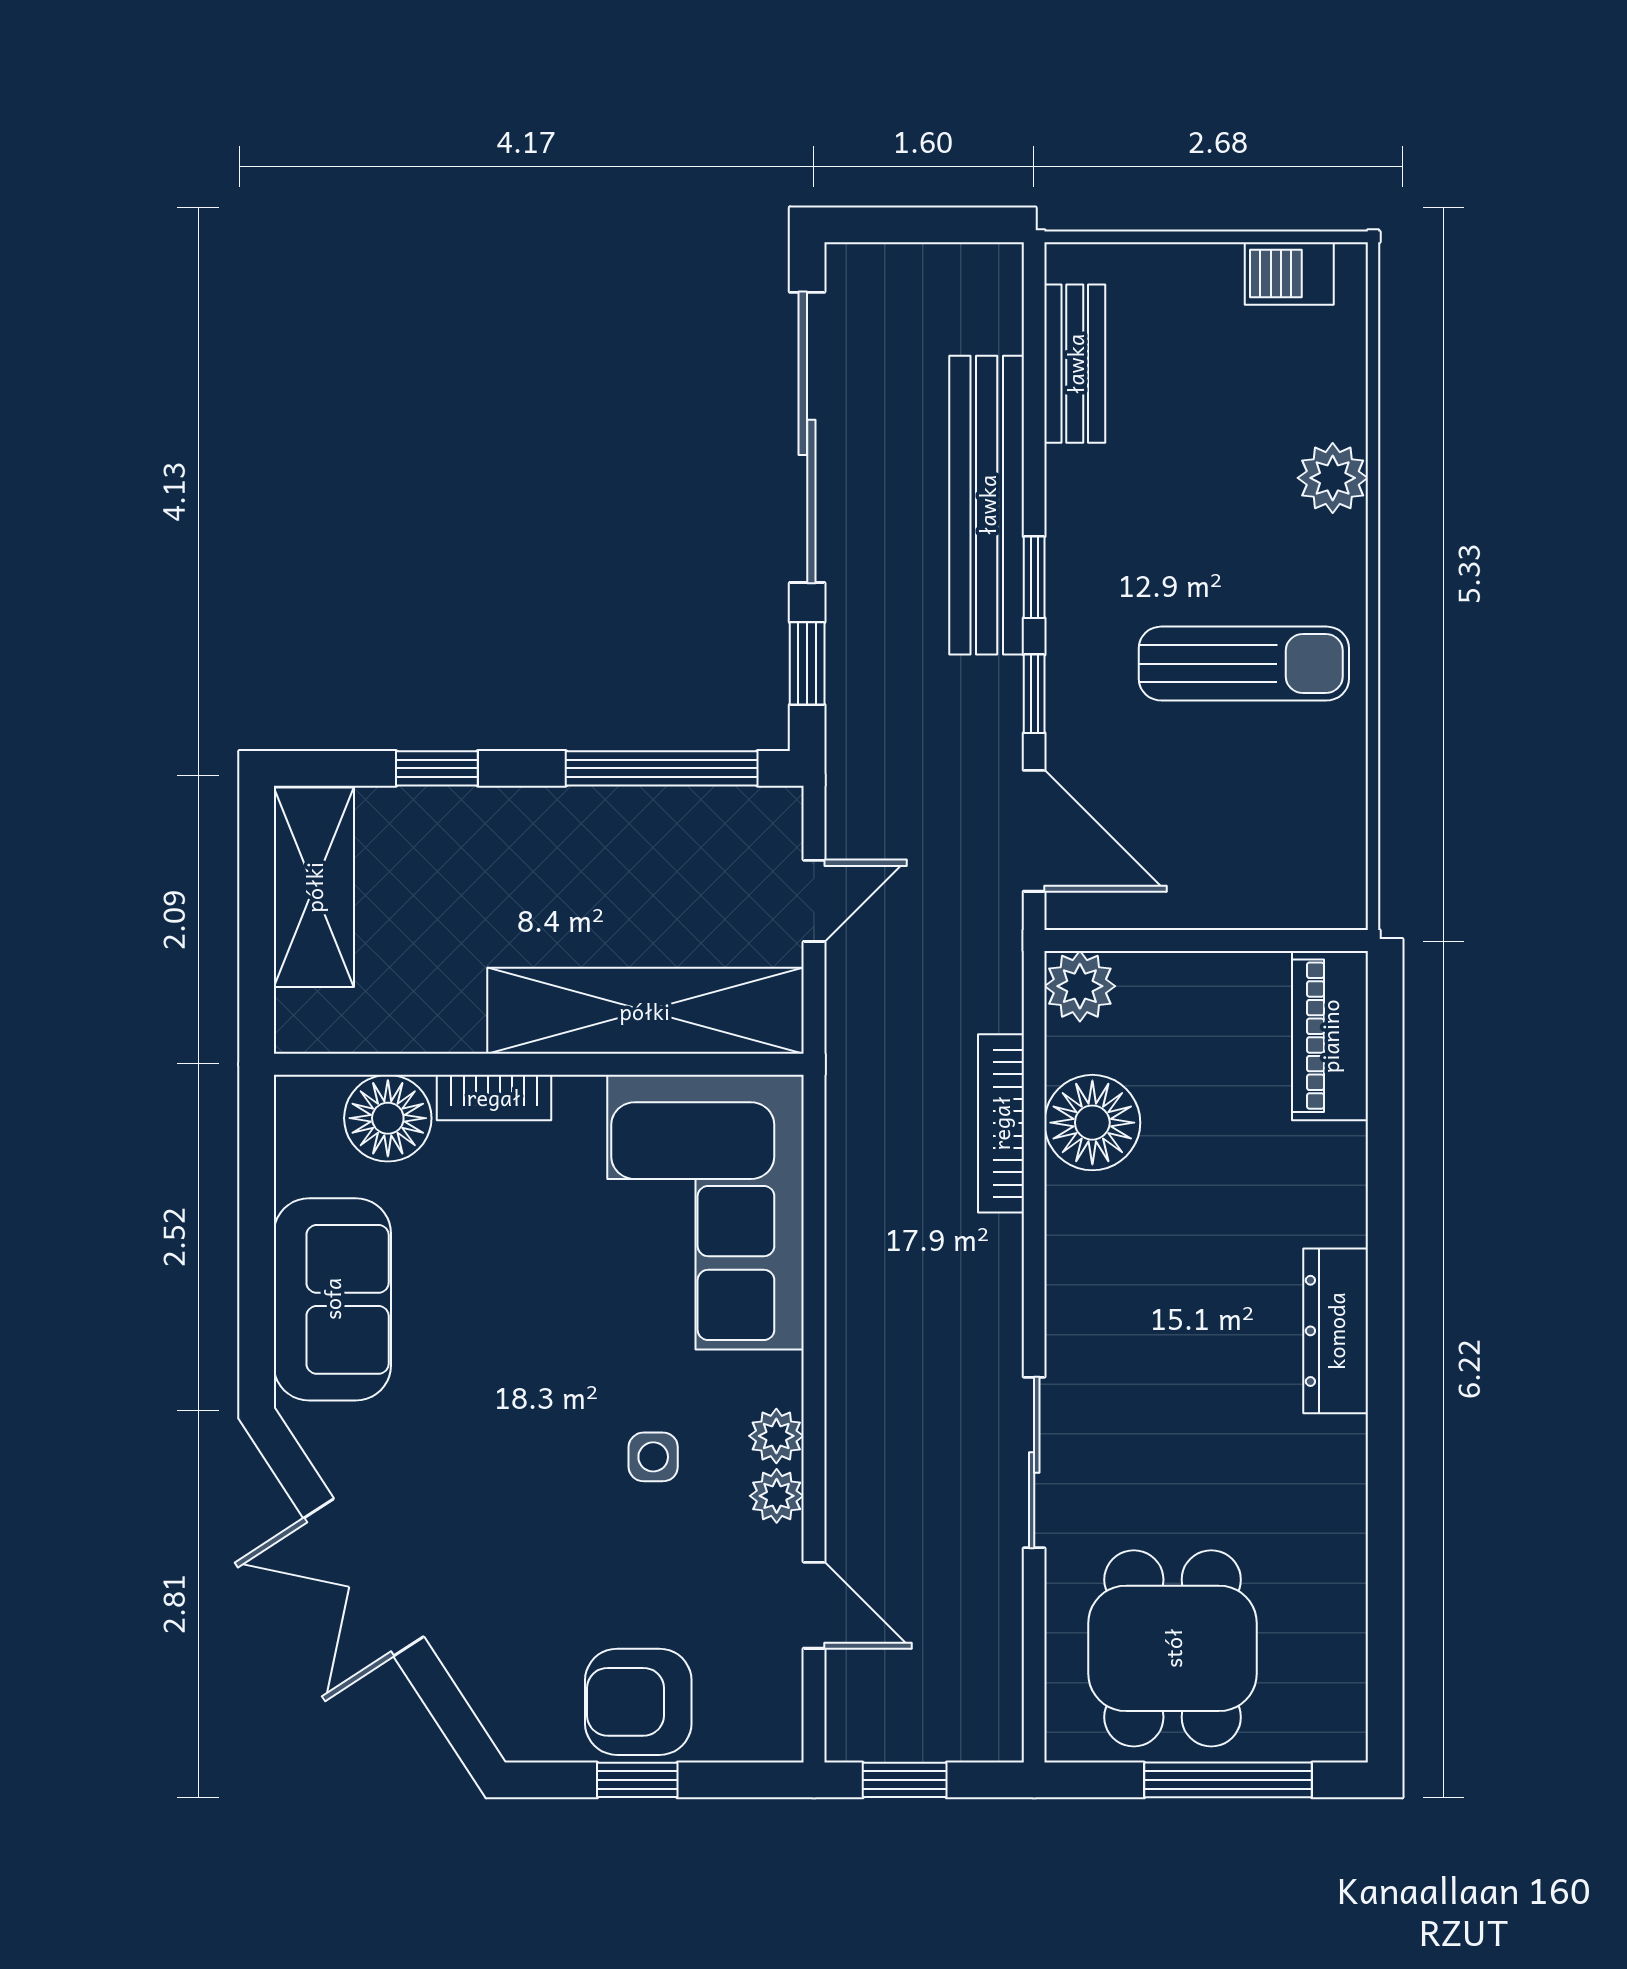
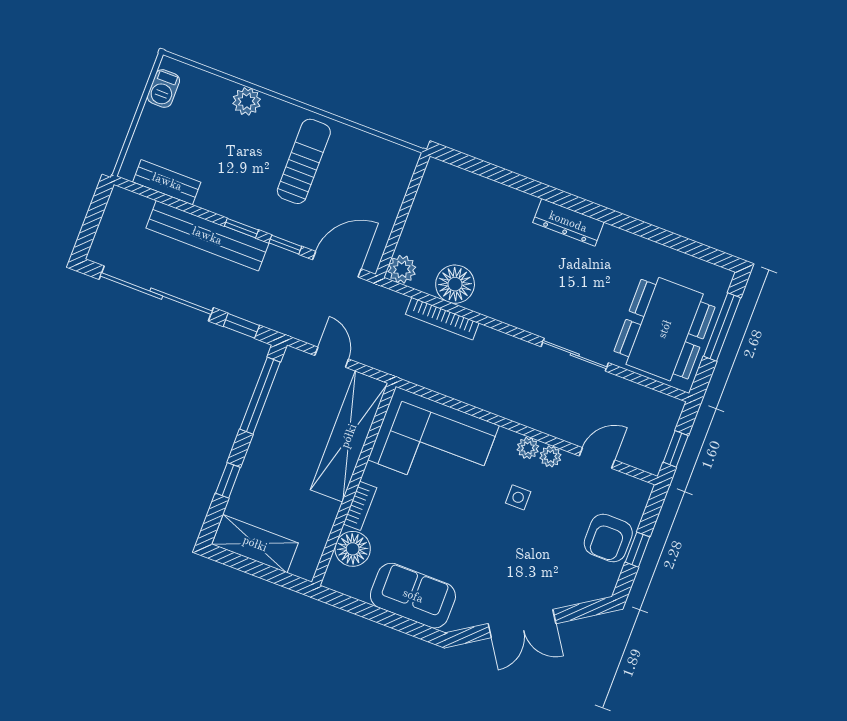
piano: (1330, 1036) -> (456, 182), removed
dining table: (1173, 1648) -> (665, 329), width x1.37

